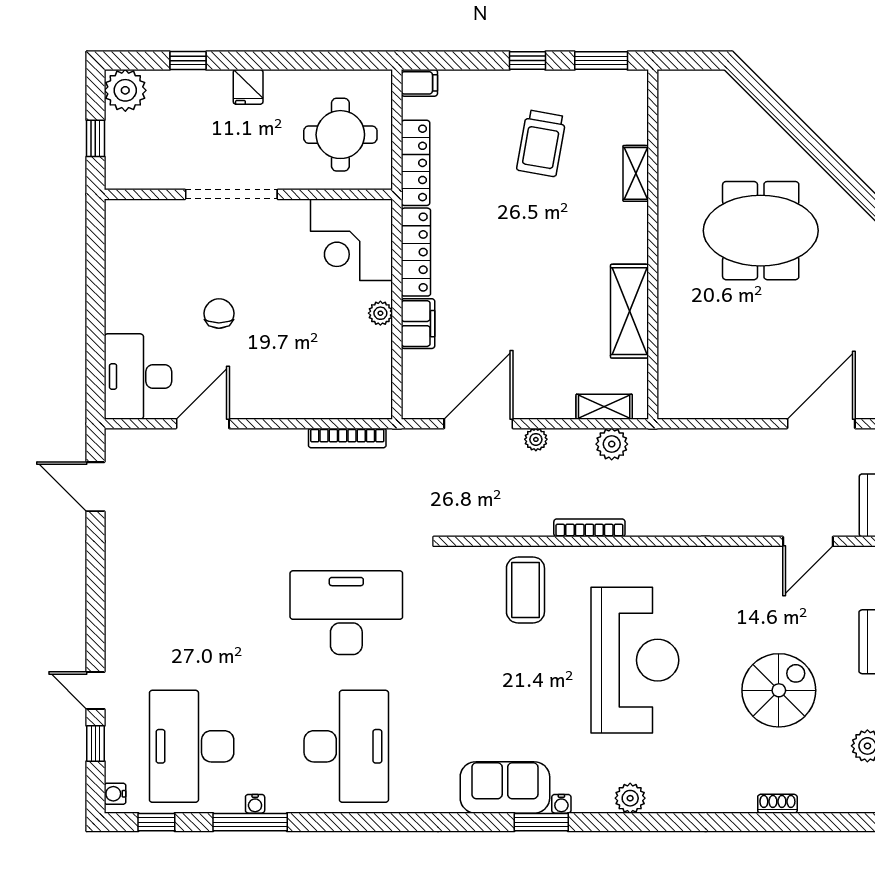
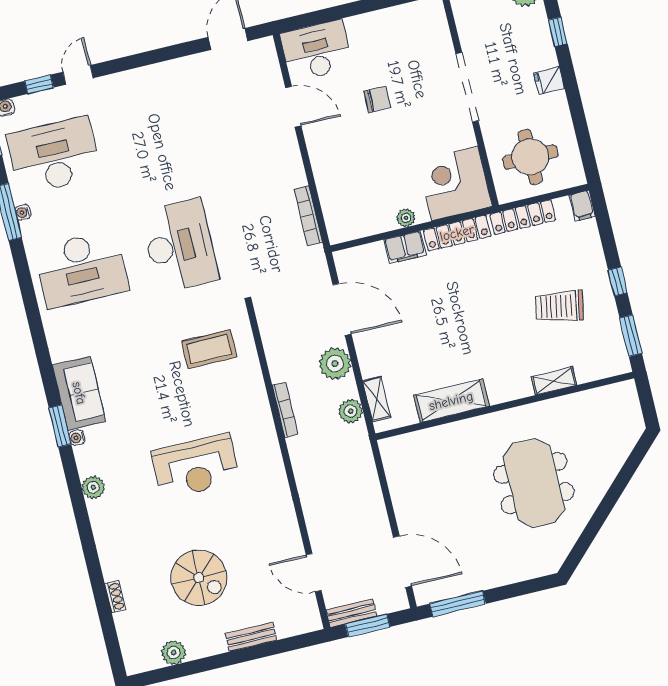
plant: (536, 439) -> (335, 364), width x1.88, depth x1.88
coffee table: (525, 590) -> (209, 349), moved
reception desk: (635, 660) -> (196, 466), width x0.74, depth x0.77

